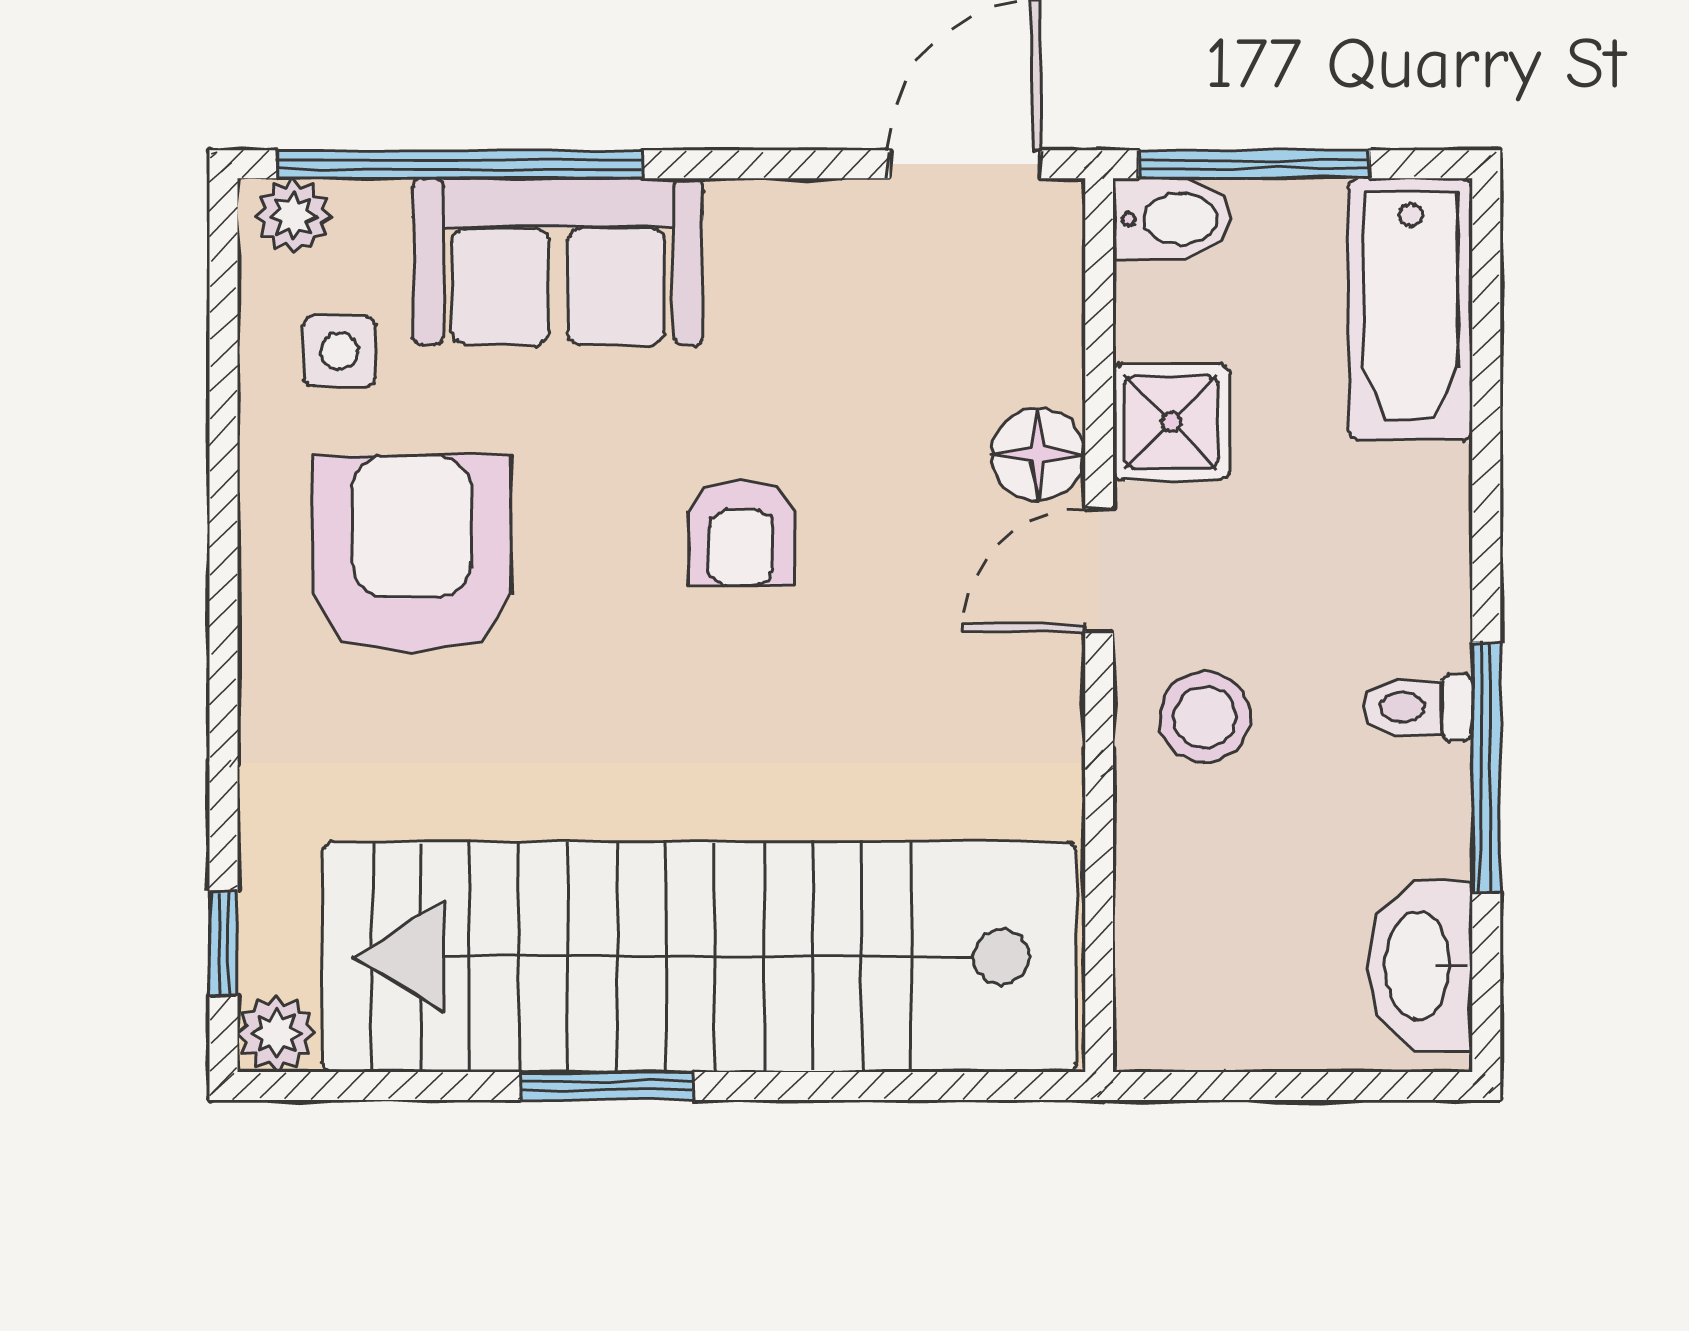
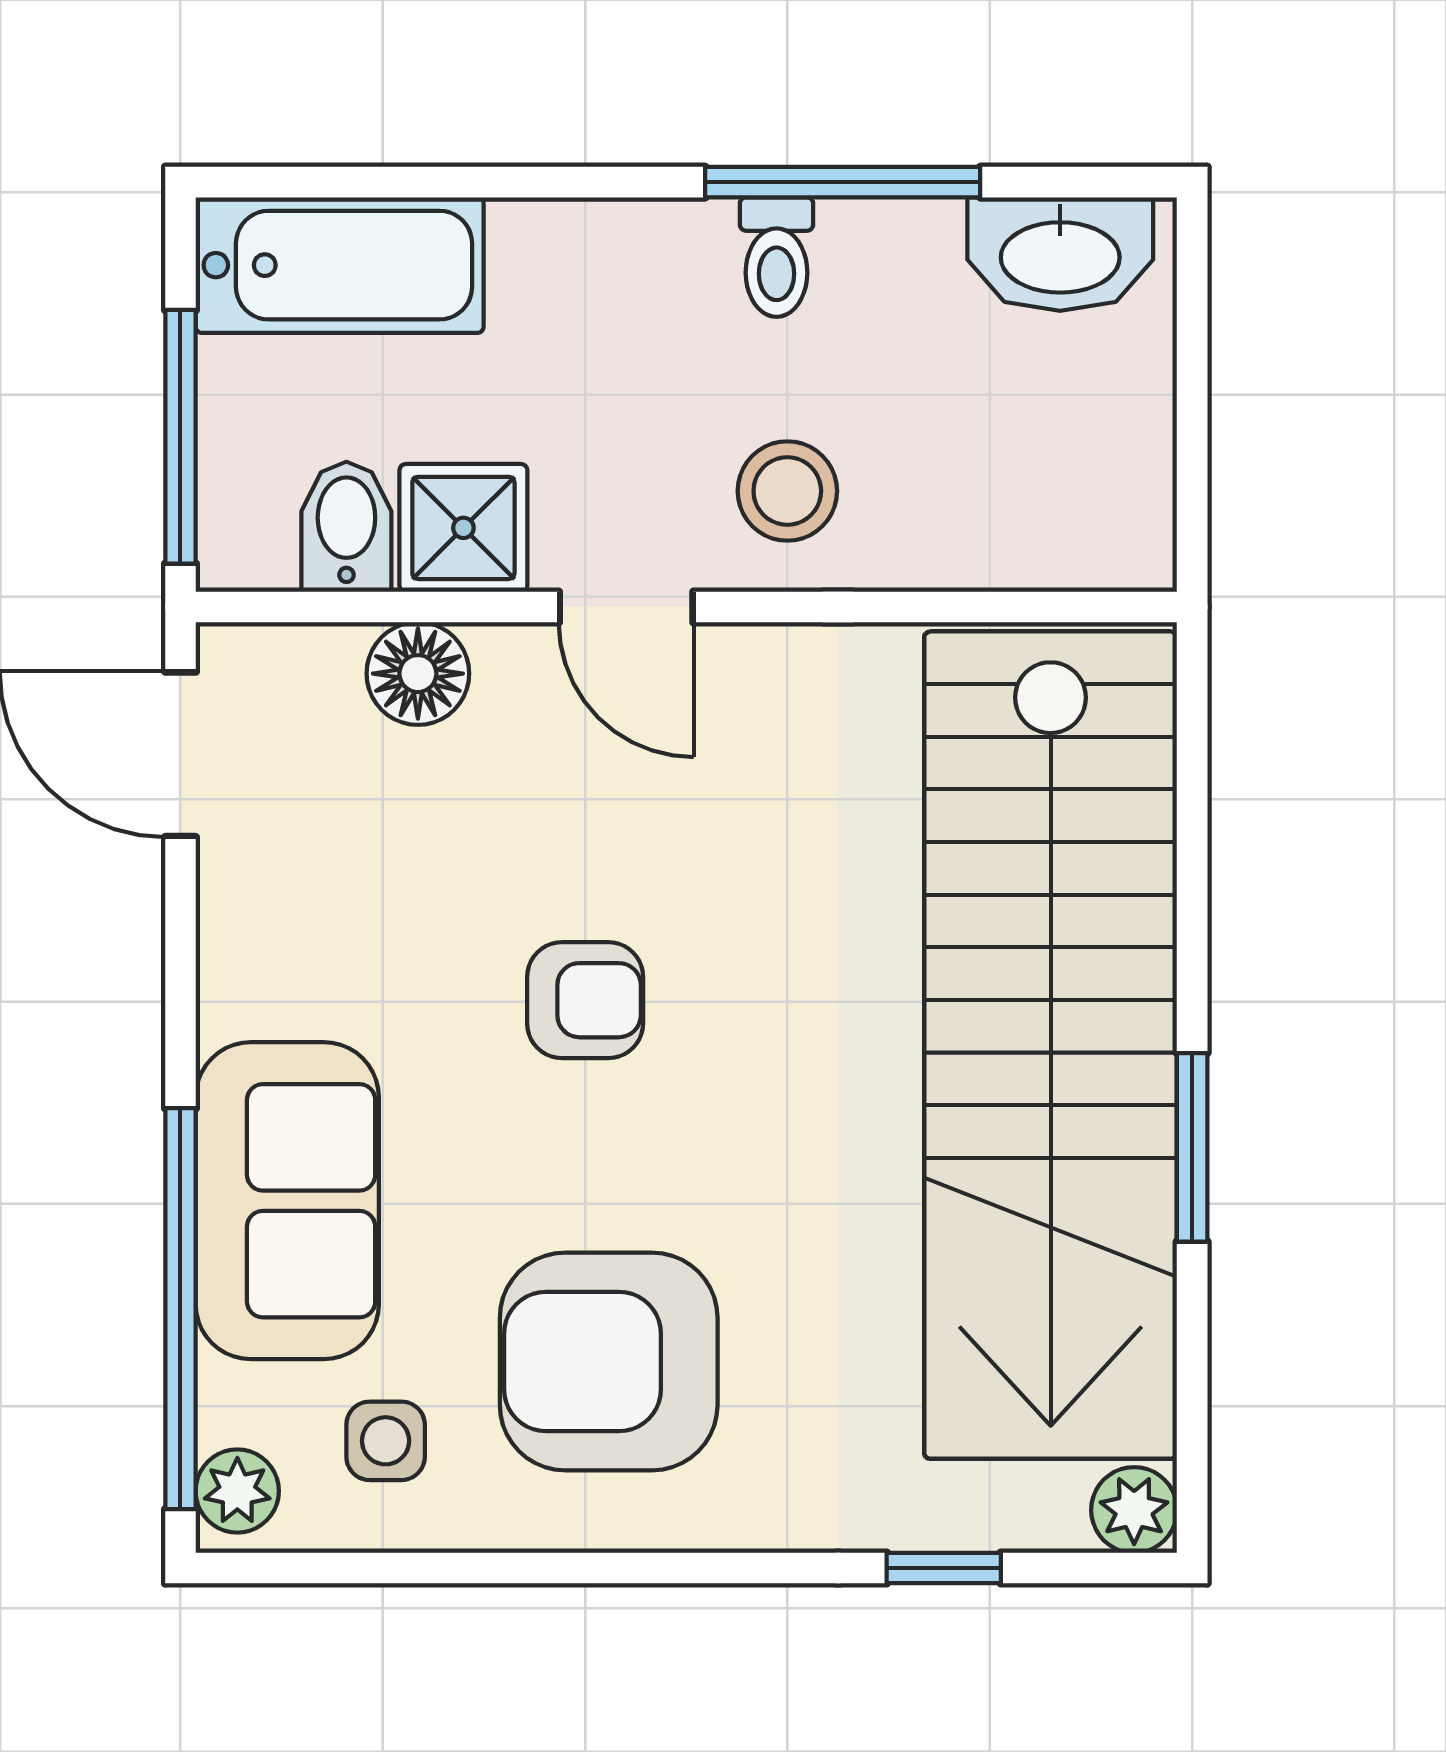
bidet: (1172, 219) -> (346, 527), moved
floor lamp: (1038, 455) -> (418, 674), moved
window: (224, 943) -> (944, 1568), moved

